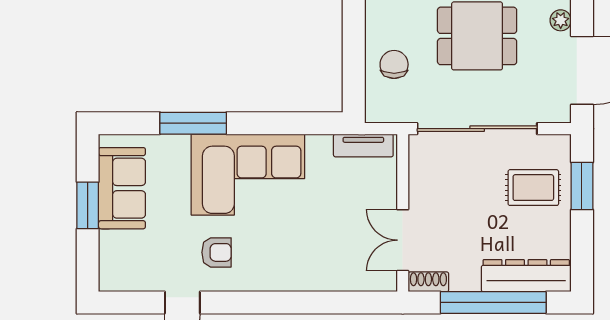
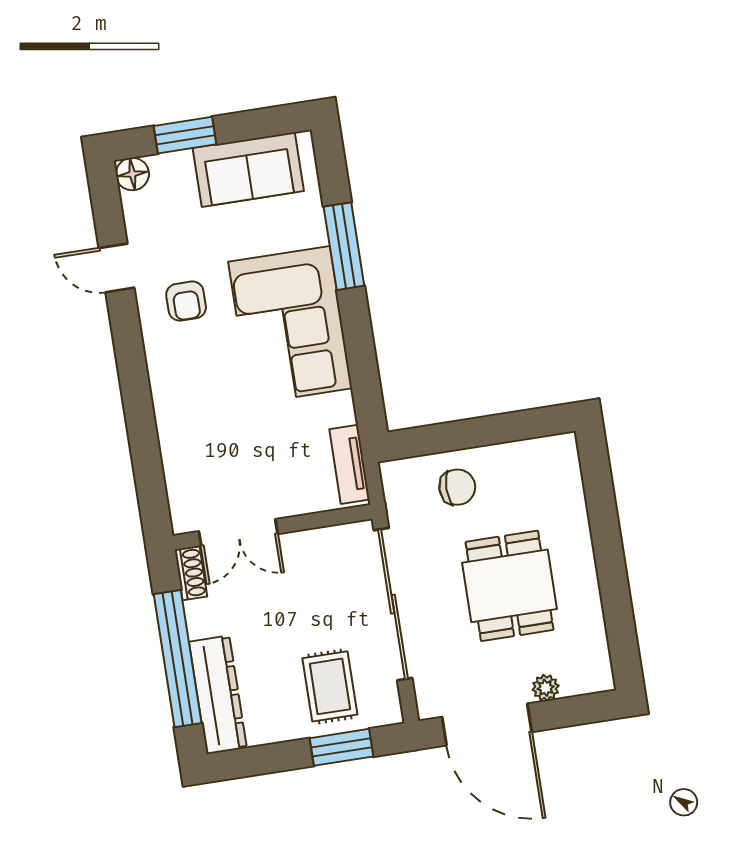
window: (88, 205) -> (185, 135), moved
double door: (403, 240) -> (238, 533), swing flipped
floor lamp: (111, 279) -> (132, 174), added

